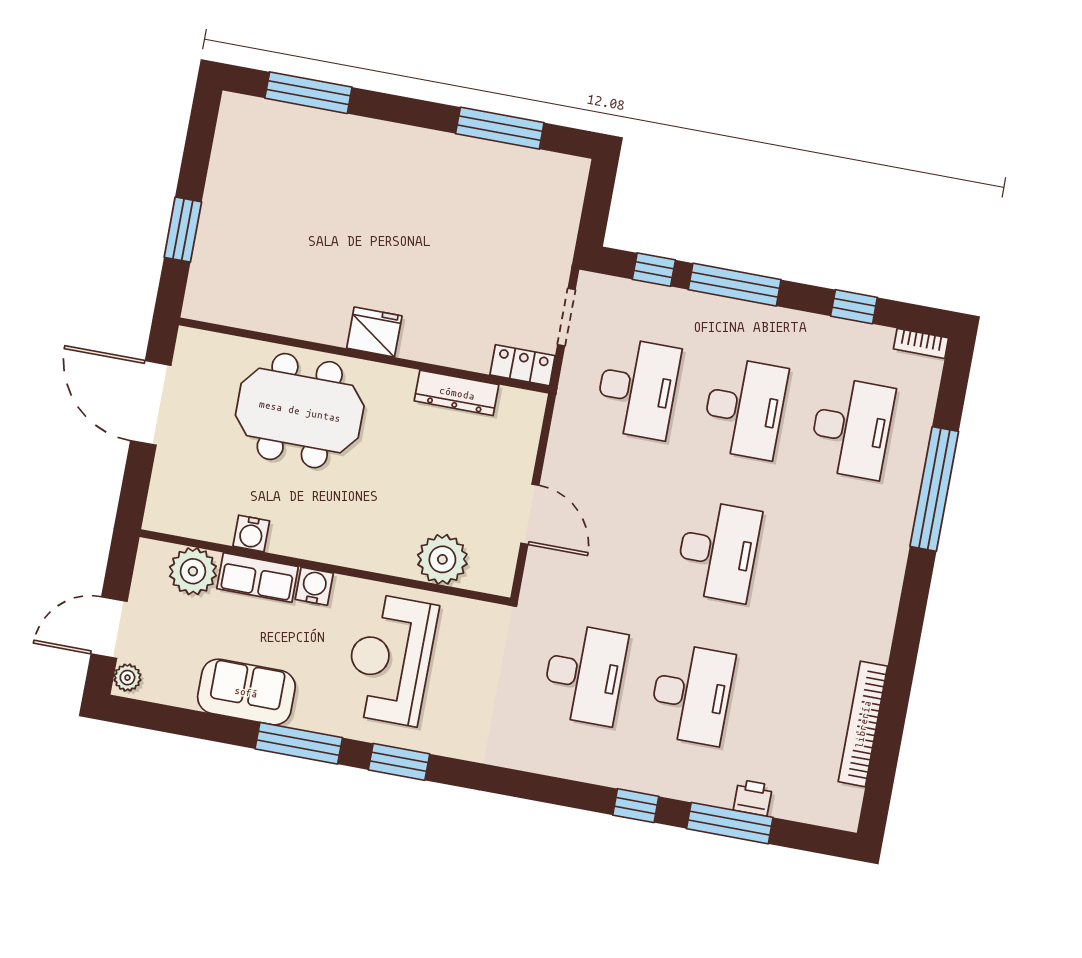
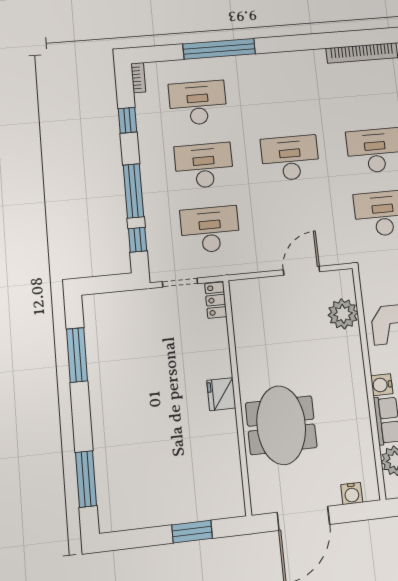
dresser: (457, 393) -> (243, 334), removed
water cooler: (251, 534) -> (352, 493), moved, turned 90

